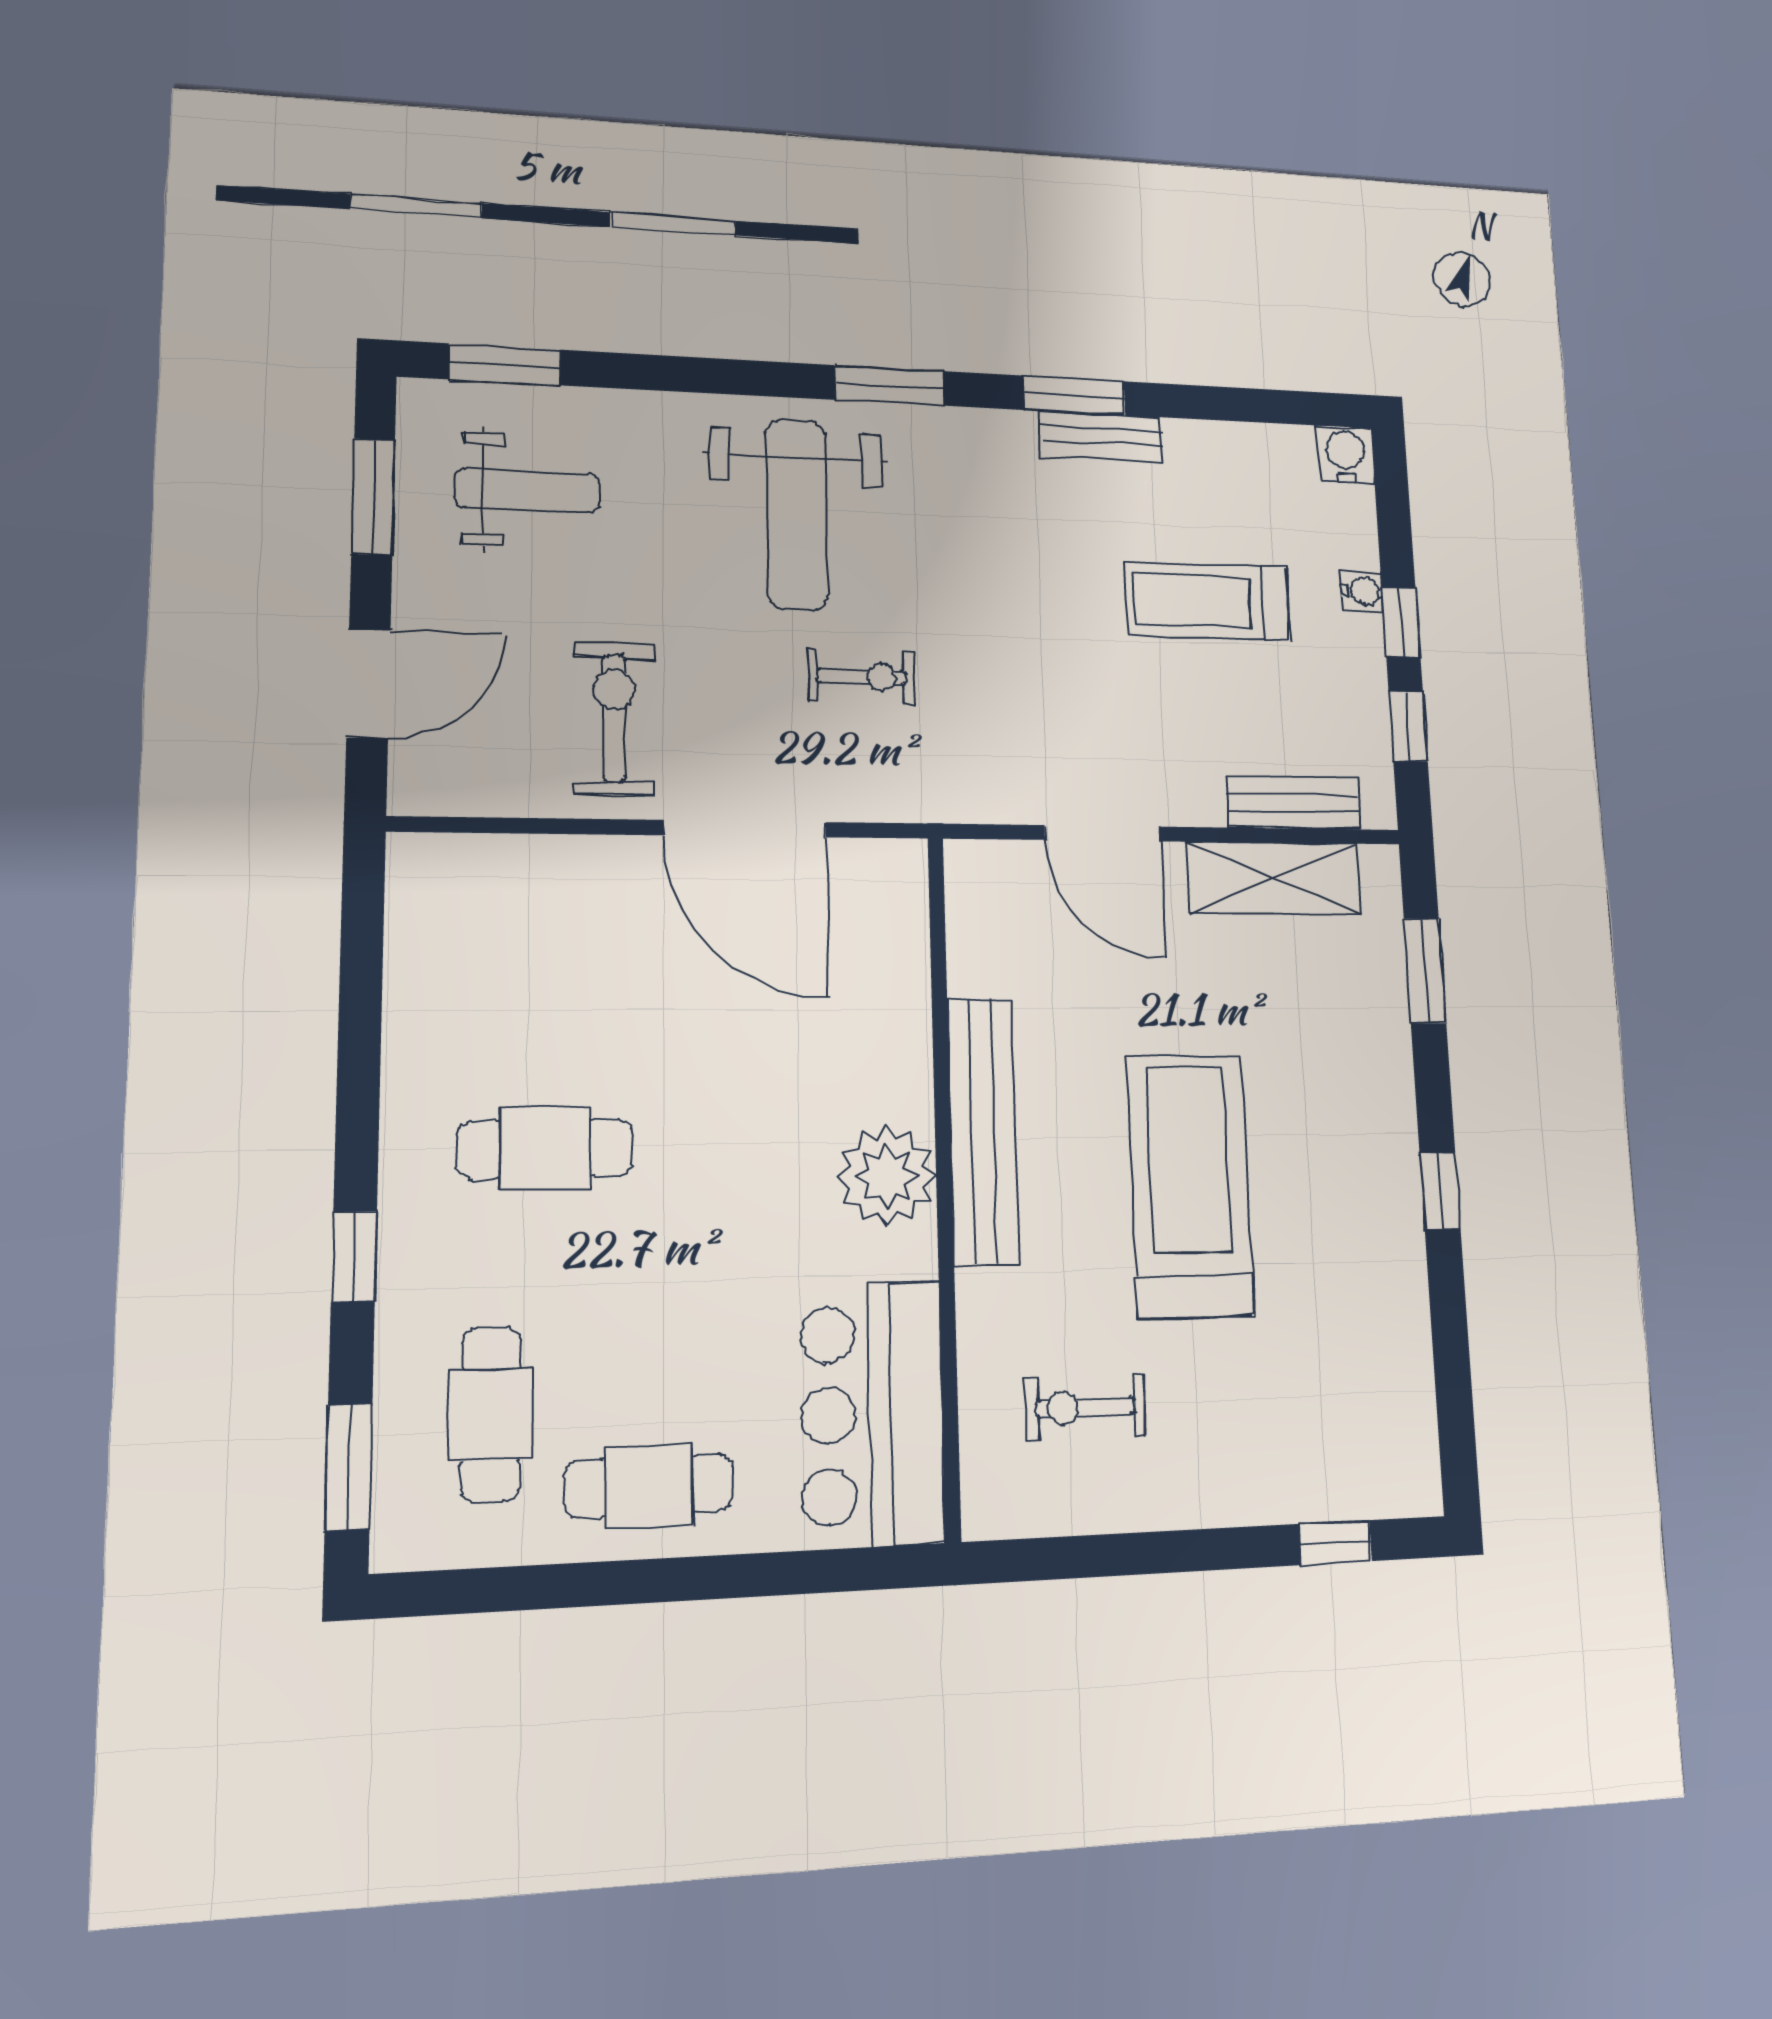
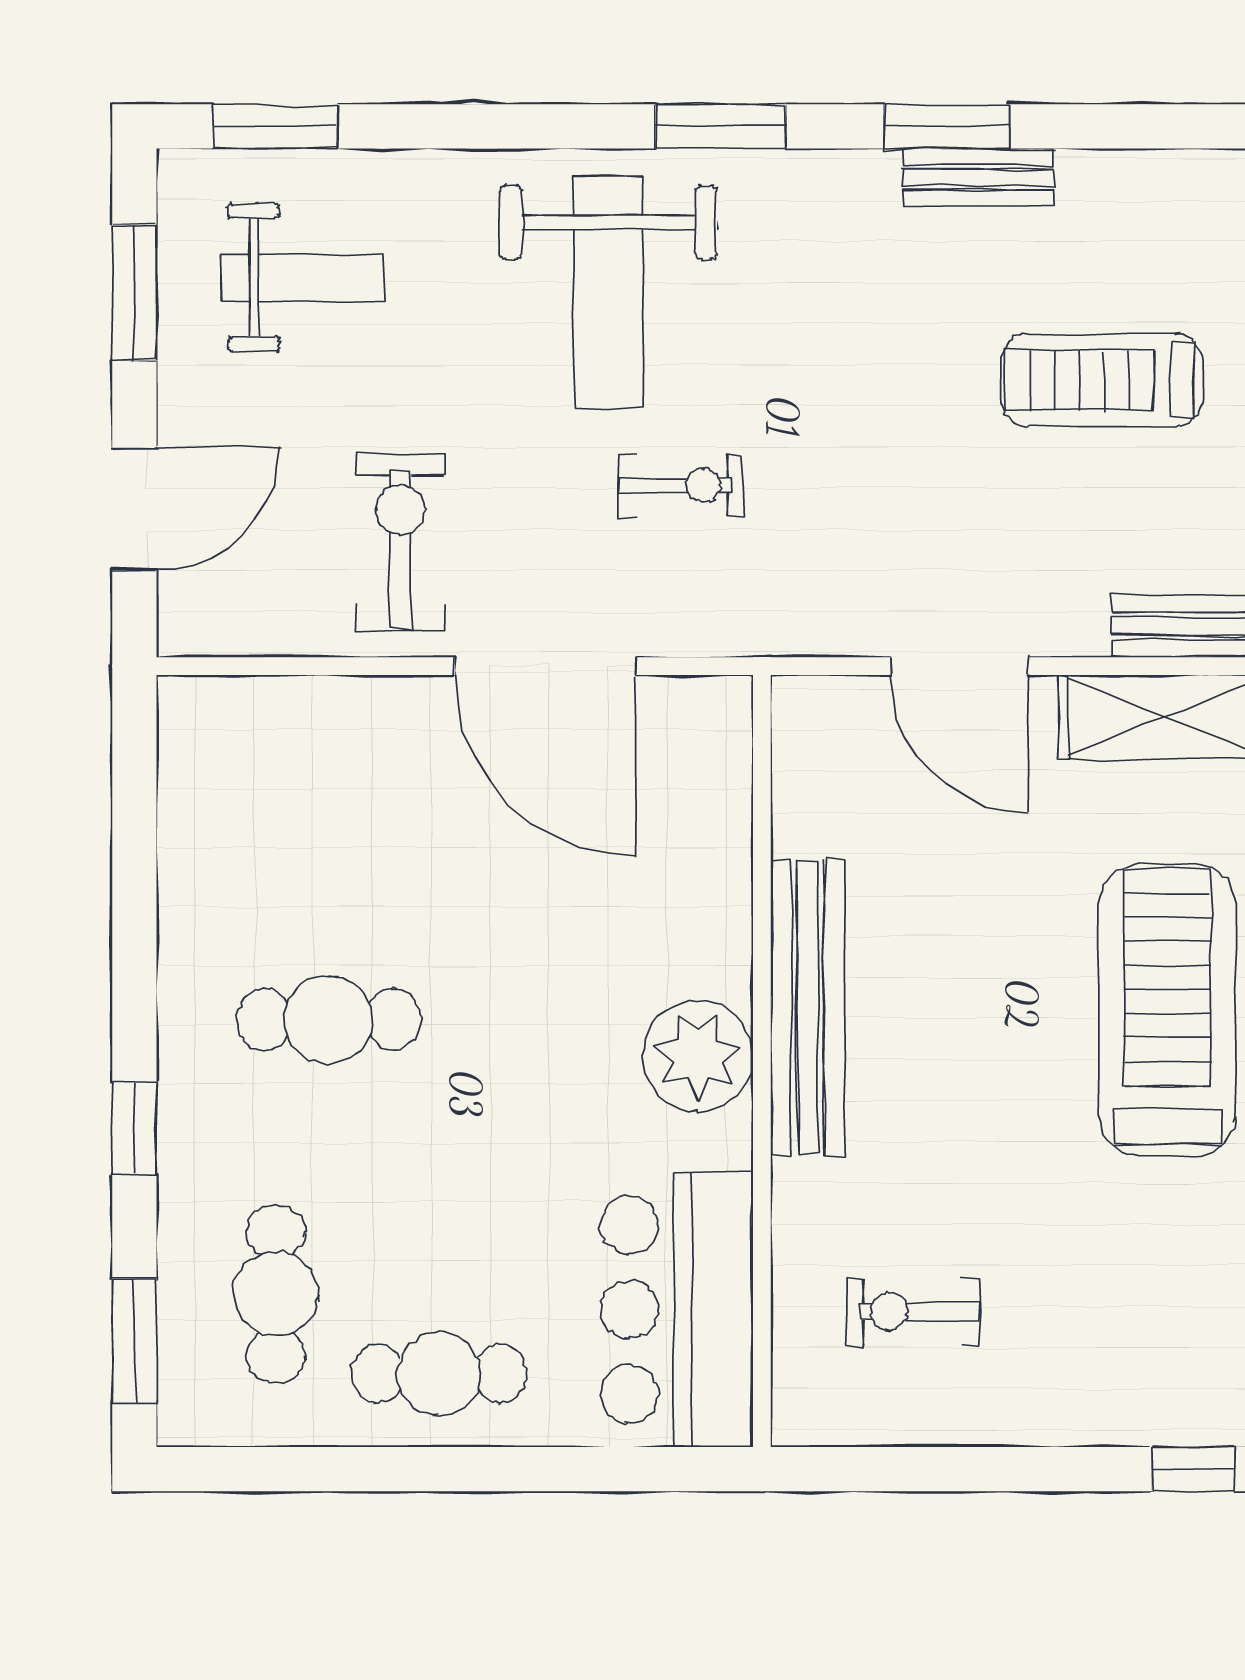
treadmill: (1190, 1186) -> (1167, 1010), moved

